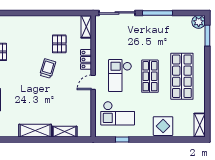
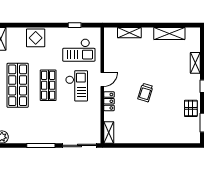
pallet: (59, 44) -> (134, 116), removed
checkout: (118, 113) -> (79, 50), turned 180
shelving: (35, 131) -> (169, 33), moved

